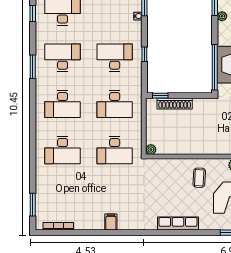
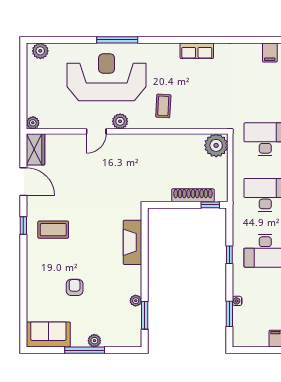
window: (215, 67) -> (145, 239), removed
plant: (151, 150) -> (216, 145), width x1.88, depth x1.88
row of seats: (178, 223) -> (197, 51), width x0.68

